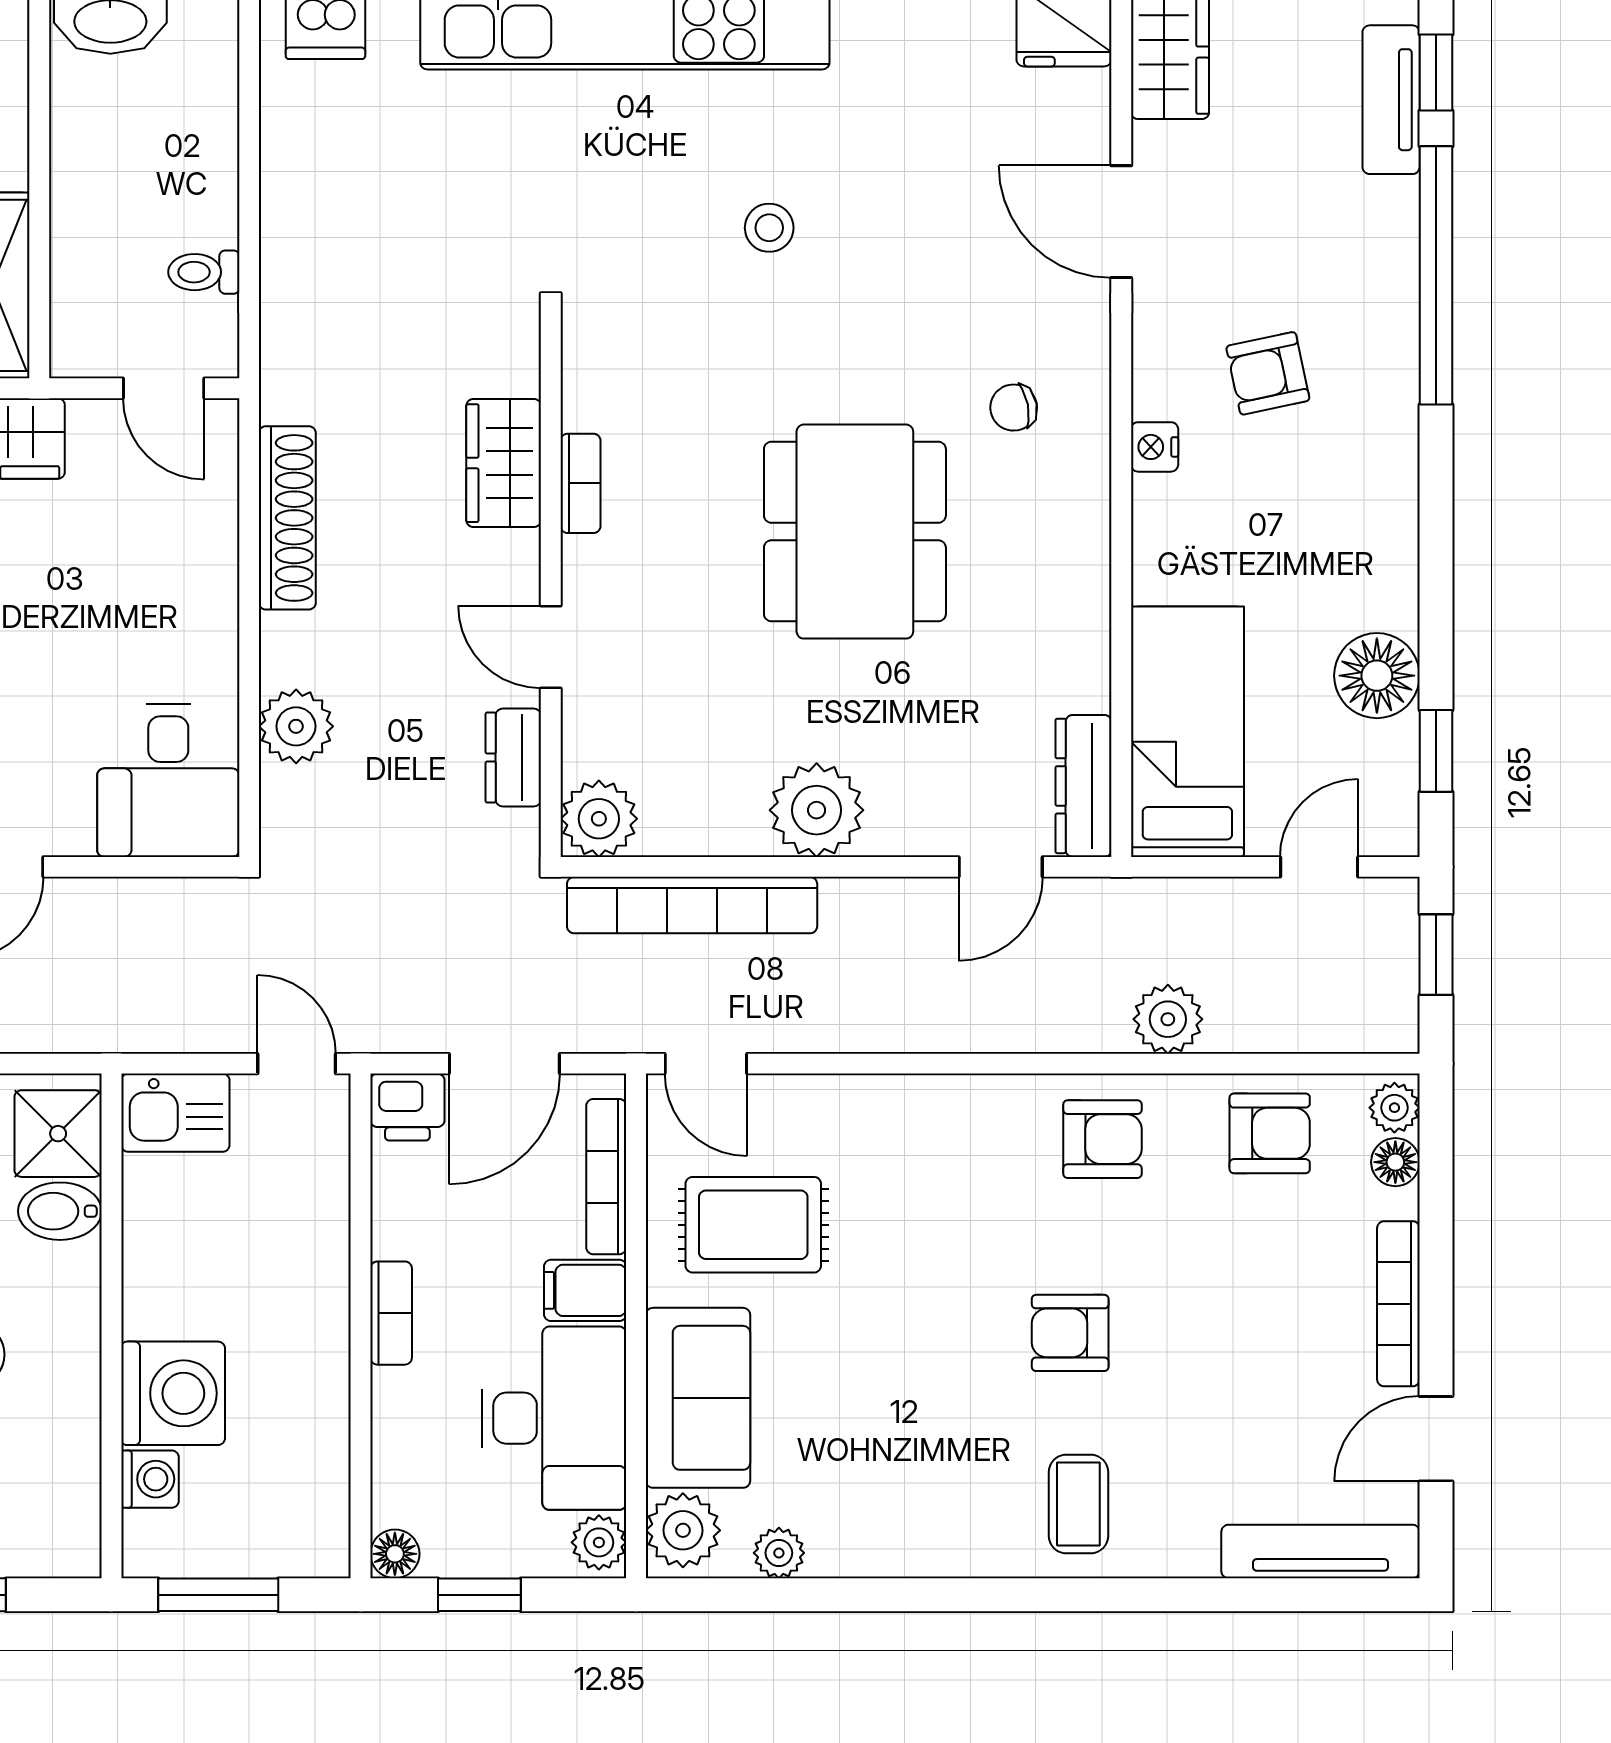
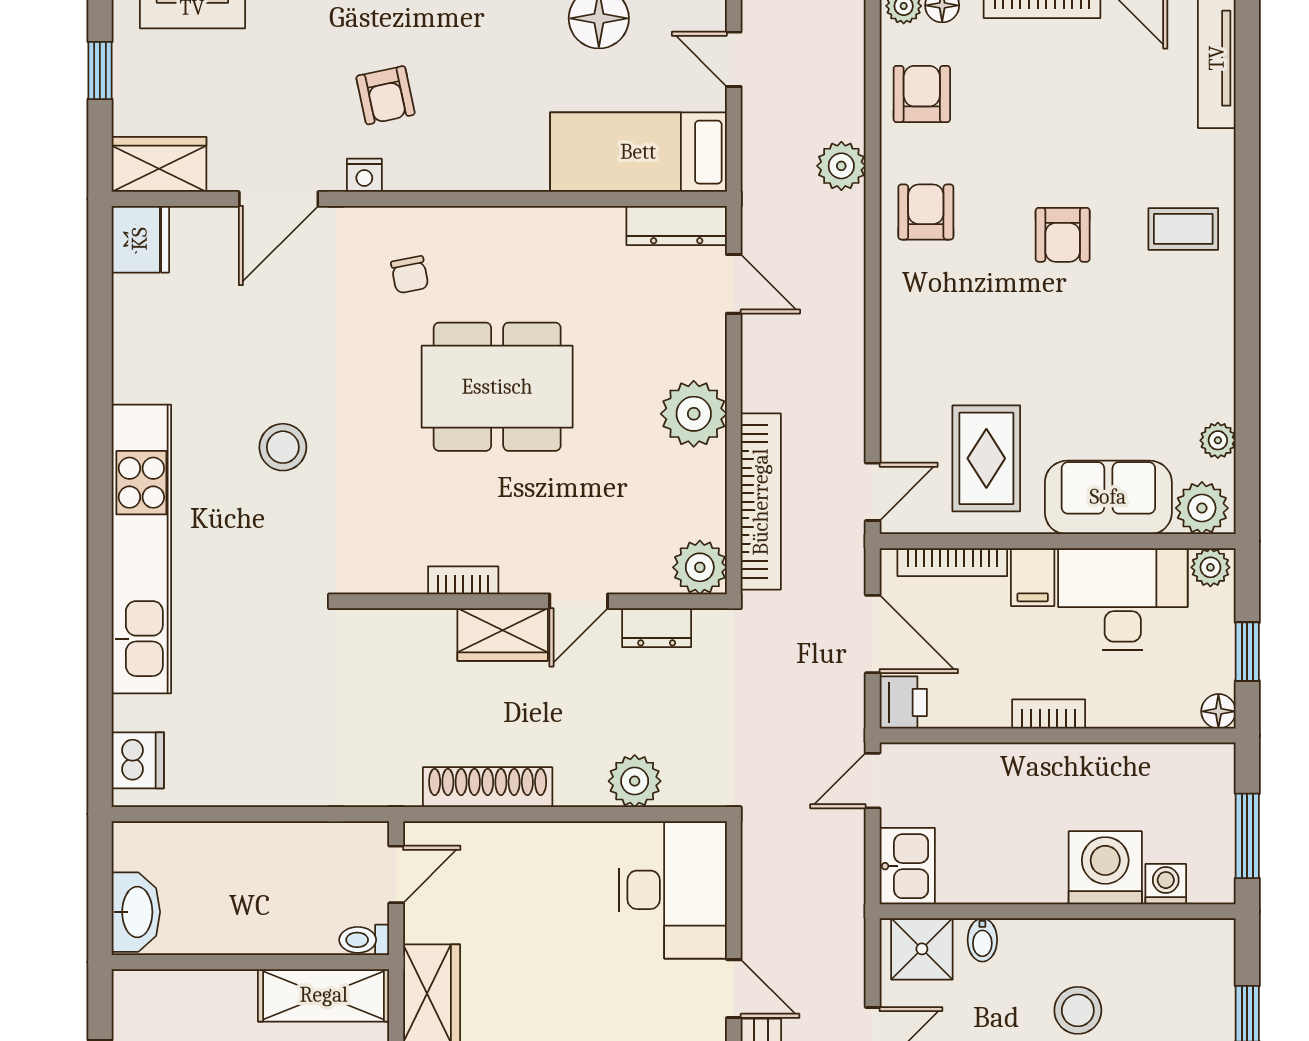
stool: (769, 228) -> (283, 447), width x1.37, depth x1.37
toilet: (204, 272) -> (364, 940), moved, turned 90
nightstand: (1155, 447) -> (364, 175), moved
wardrobe: (504, 463) -> (503, 635), moved
desk: (168, 780) -> (673, 890), width x1.37
bidet: (60, 1211) -> (982, 940), width x0.72, depth x0.74

